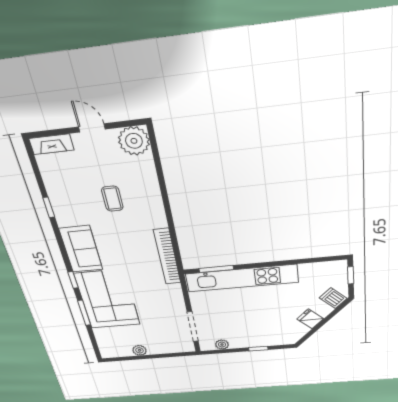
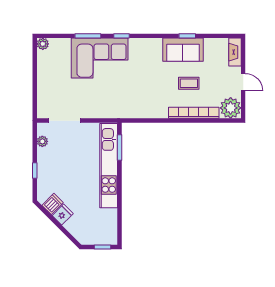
door: (92, 128) -> (243, 82), hinge flipped
sofa: (81, 249) -> (183, 50), moved
bookcase: (167, 257) -> (194, 113), moved
dishwasher: (333, 298) -> (53, 204), moved
plant: (140, 350) -> (43, 44), moved

